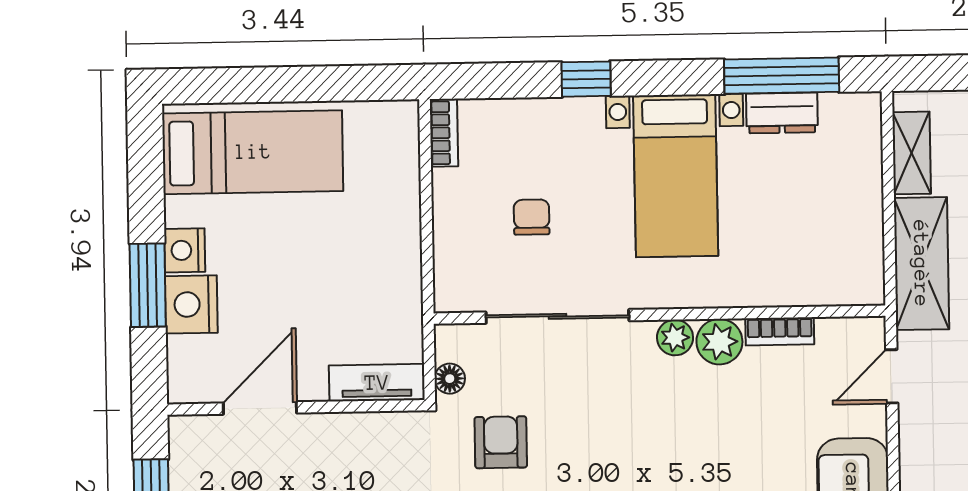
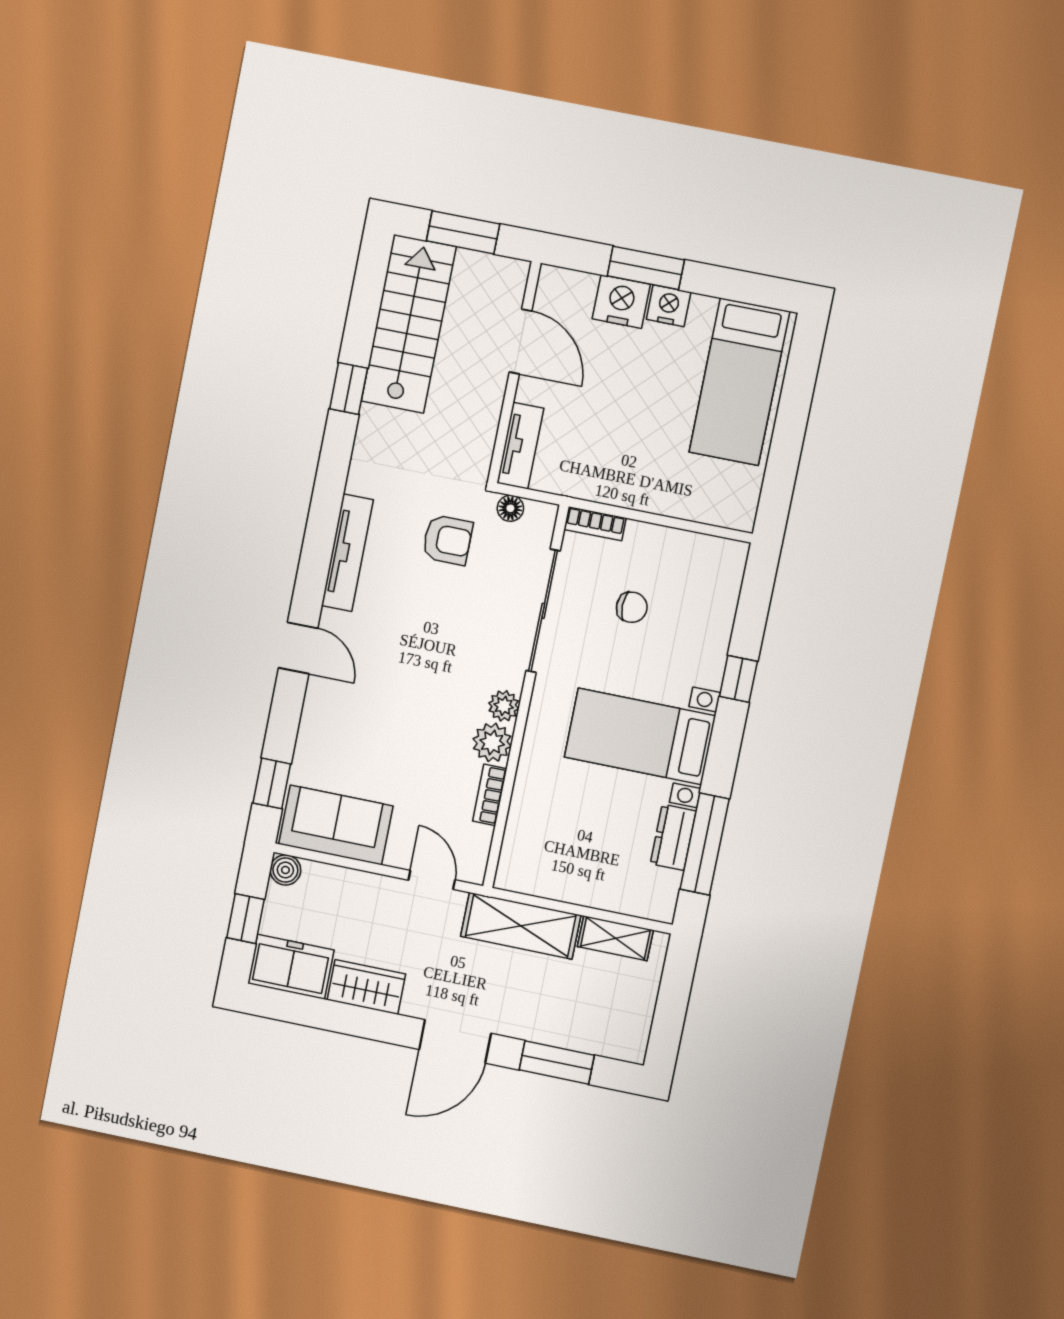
bookcase: (444, 133) -> (595, 524), moved

